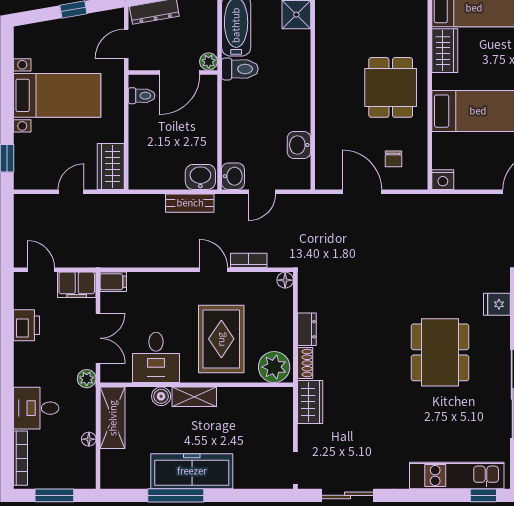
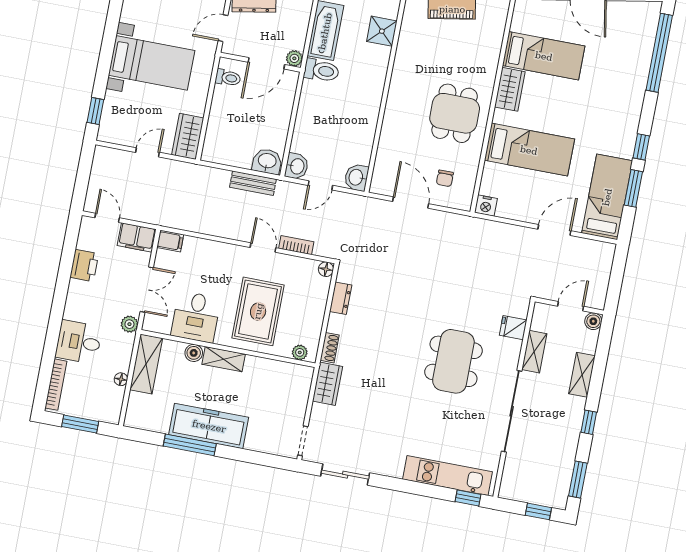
washbasin: (299, 145) -> (356, 177), moved
dresser: (307, 329) -> (341, 298), moved
plant: (274, 367) -> (300, 352), width x0.53, depth x0.53

